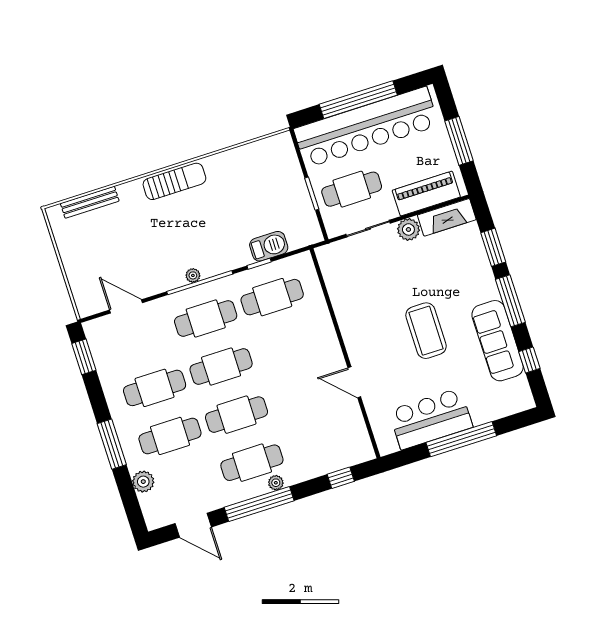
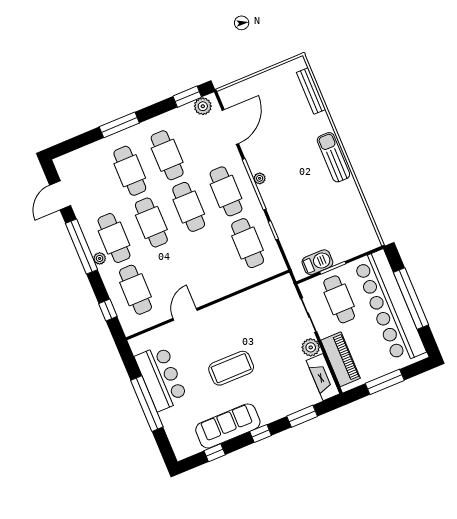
sun lounger: (174, 181) -> (333, 157), turned 180
barbecue: (269, 246) -> (317, 262), moved, turned -90
window: (510, 301) -> (261, 434), width x0.46
door: (126, 306) -> (230, 127), width x1.36
cafe table: (318, 441) -> (136, 290), added
plant: (143, 482) -> (203, 106), moved

